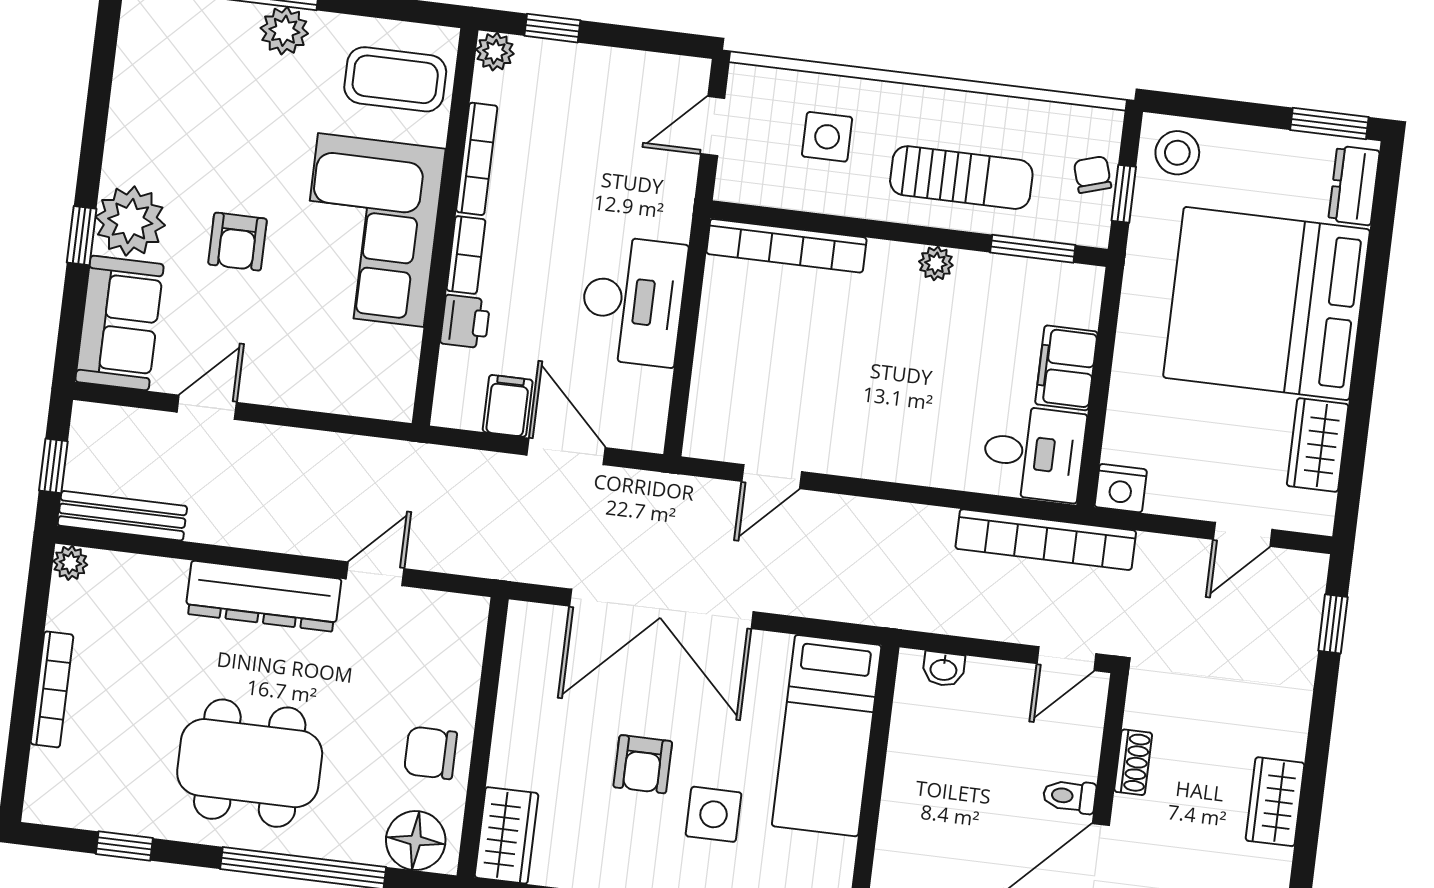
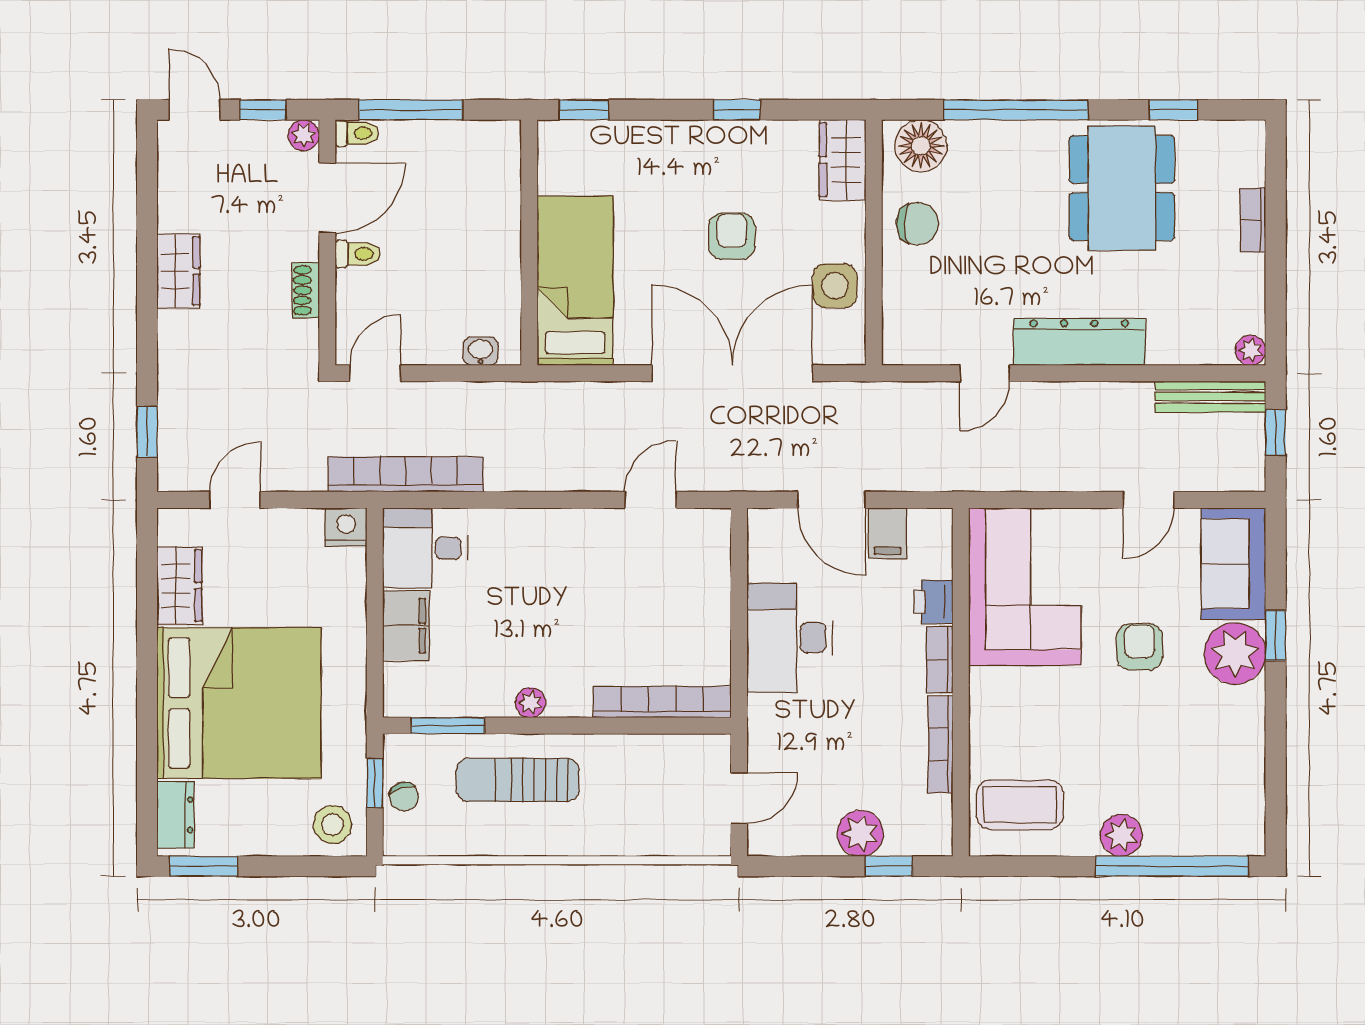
plant: (495, 52) -> (860, 833), moved, width x1.38, depth x1.38
side table: (827, 137) -> (639, 801), removed
corner sofa: (371, 230) -> (1025, 587), moved
bookcase: (52, 689) -> (1253, 220), width x0.64
dining table: (250, 763) -> (1122, 188), moved, turned 90
side table: (714, 814) -> (835, 286), moved

